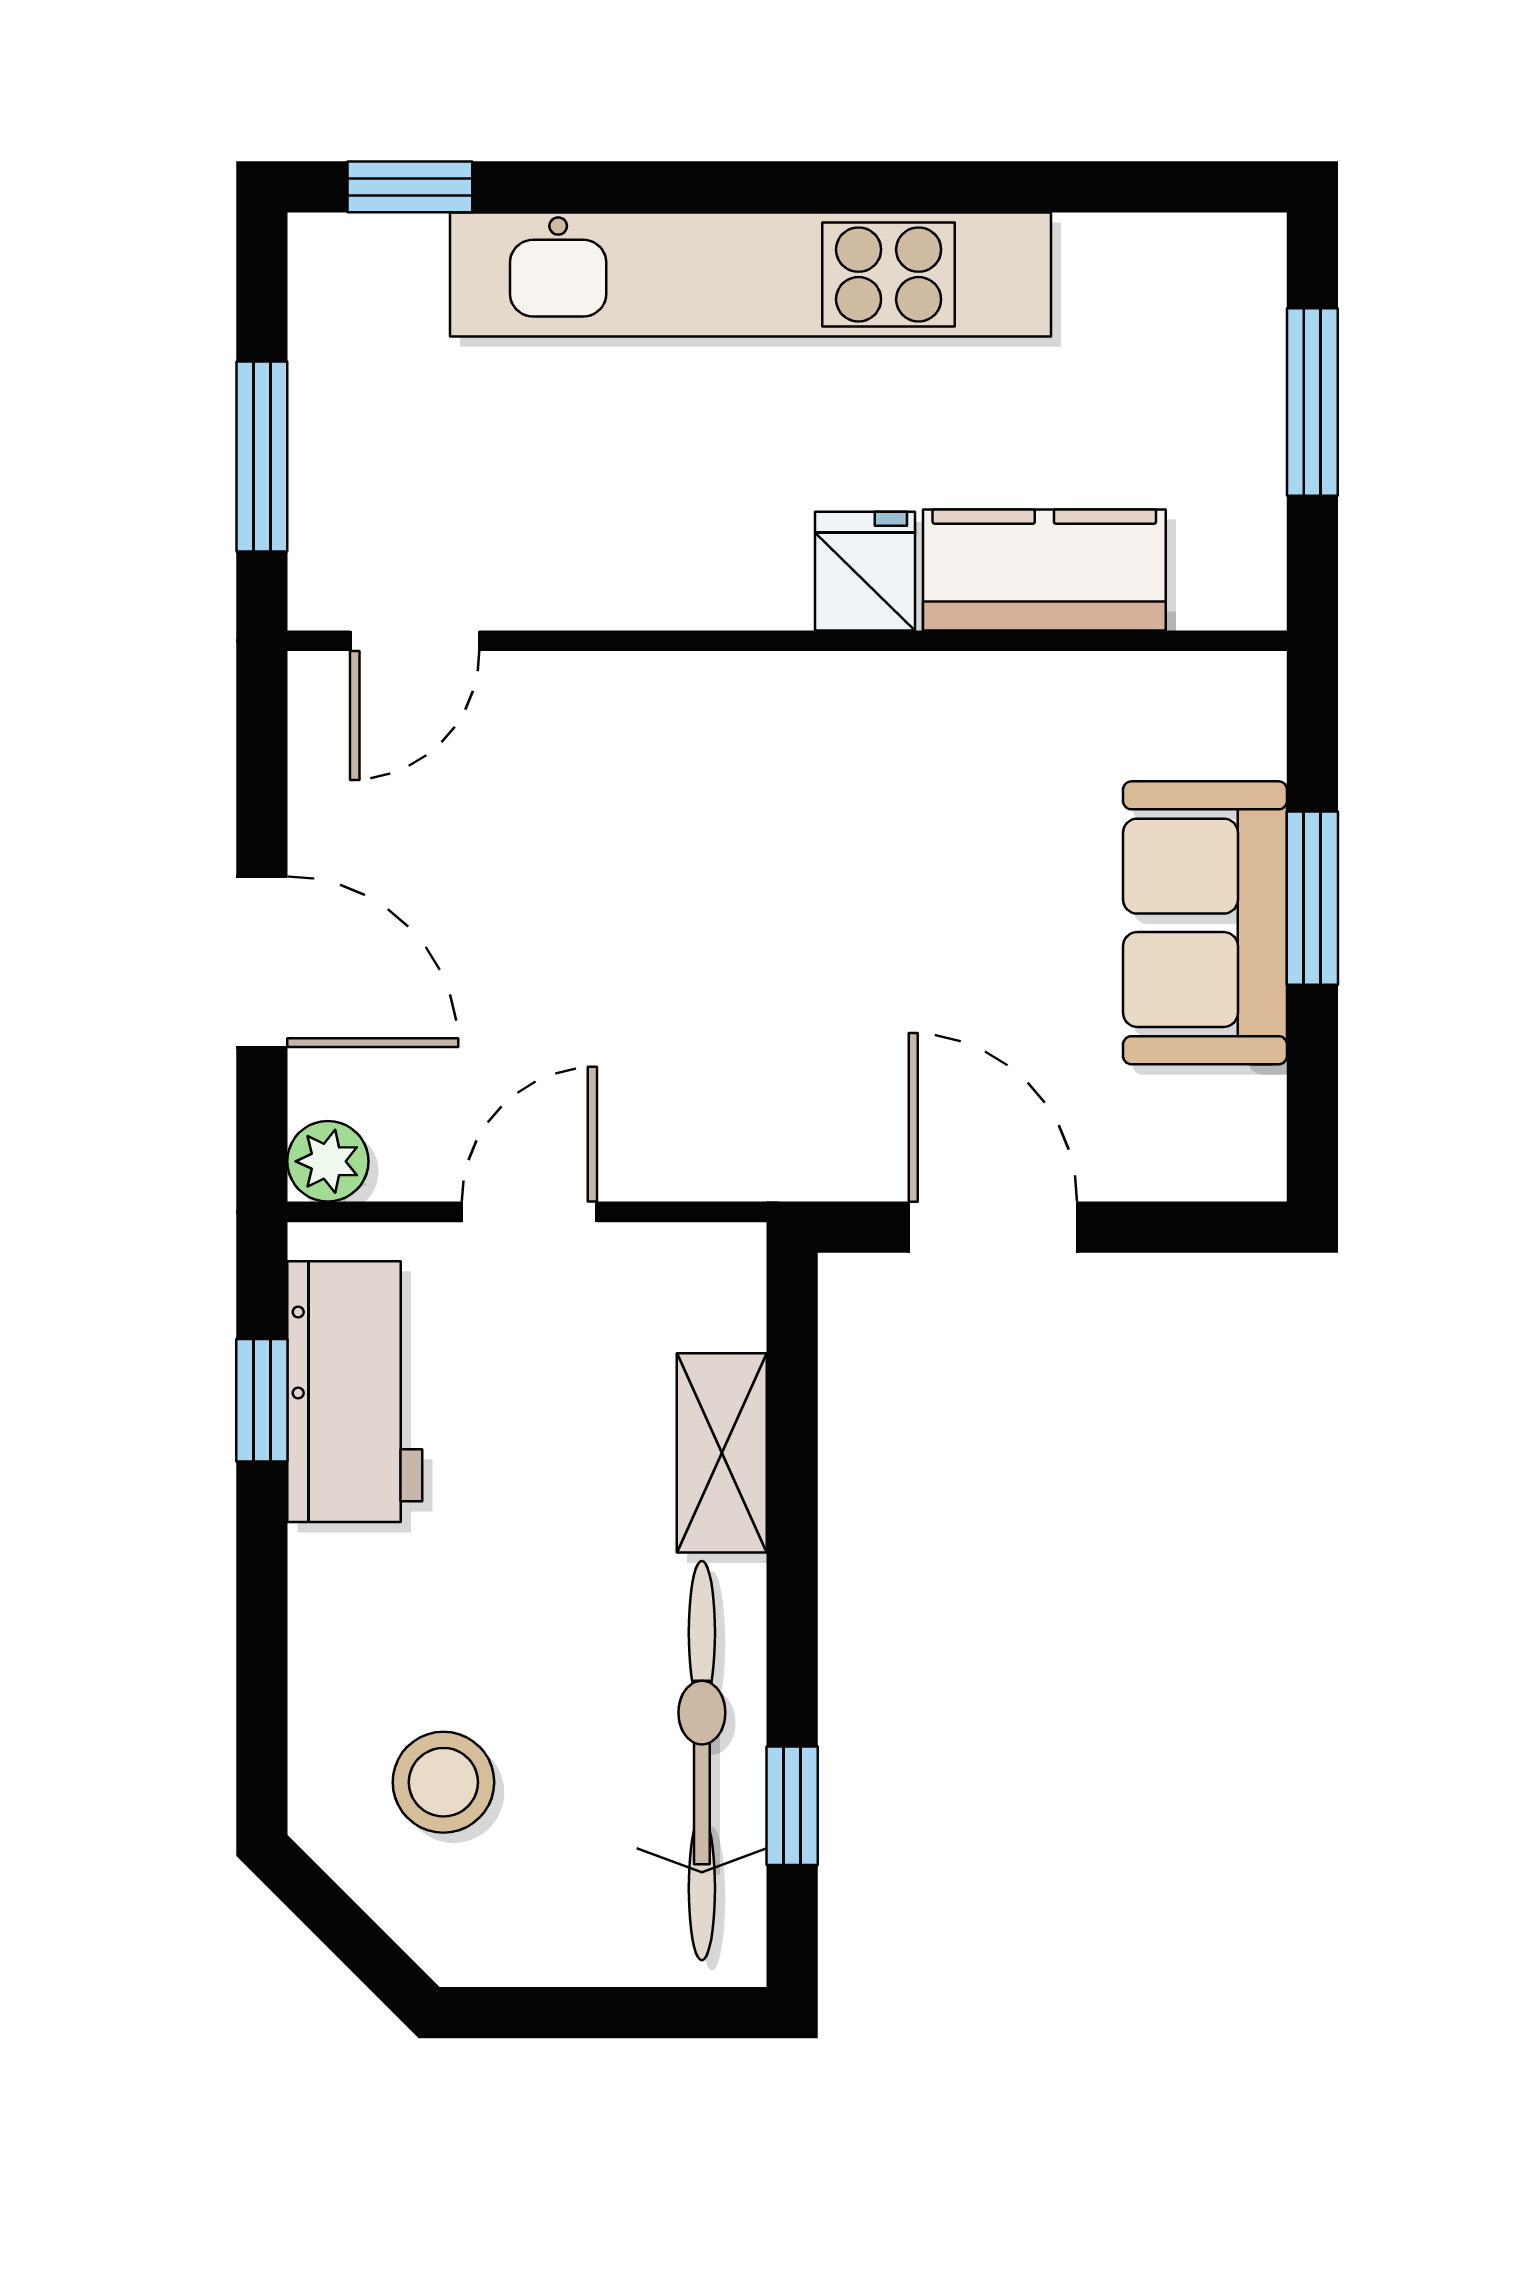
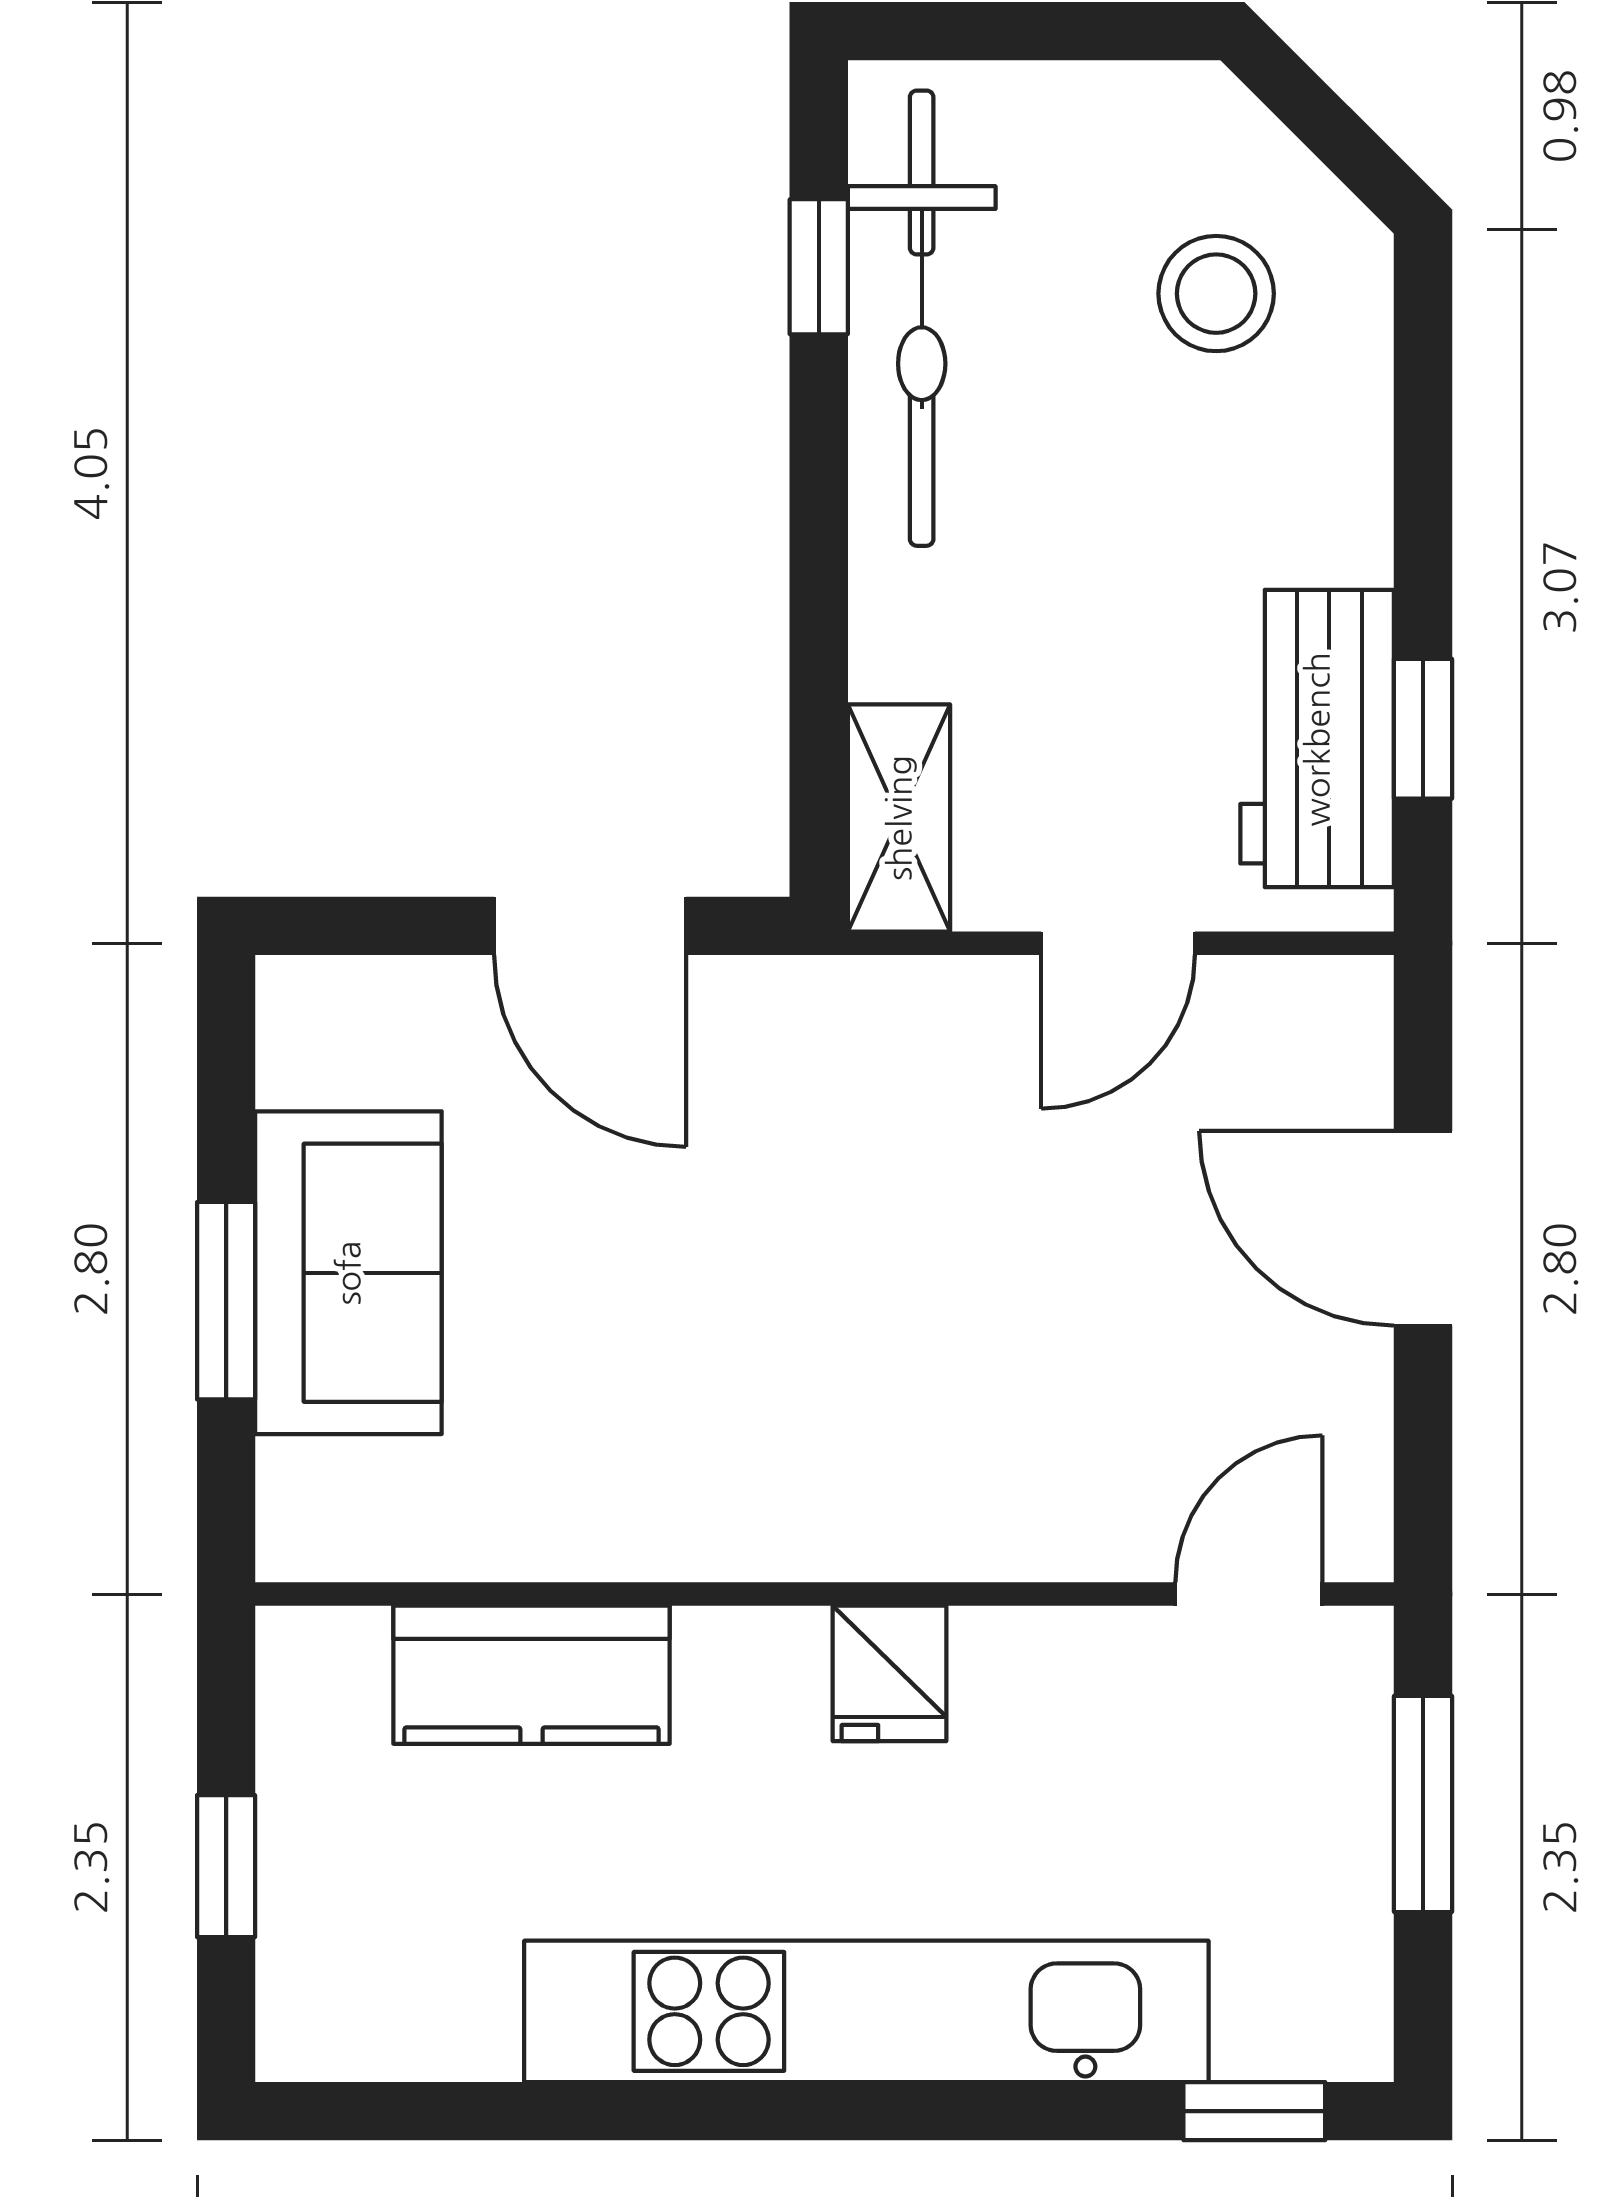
window: (1312, 402) -> (226, 1866), width x0.67
fridge: (865, 571) -> (890, 1673), moved
plant: (328, 1161) -> (1348, 1001), removed
shelving: (722, 1453) -> (899, 818), moved

